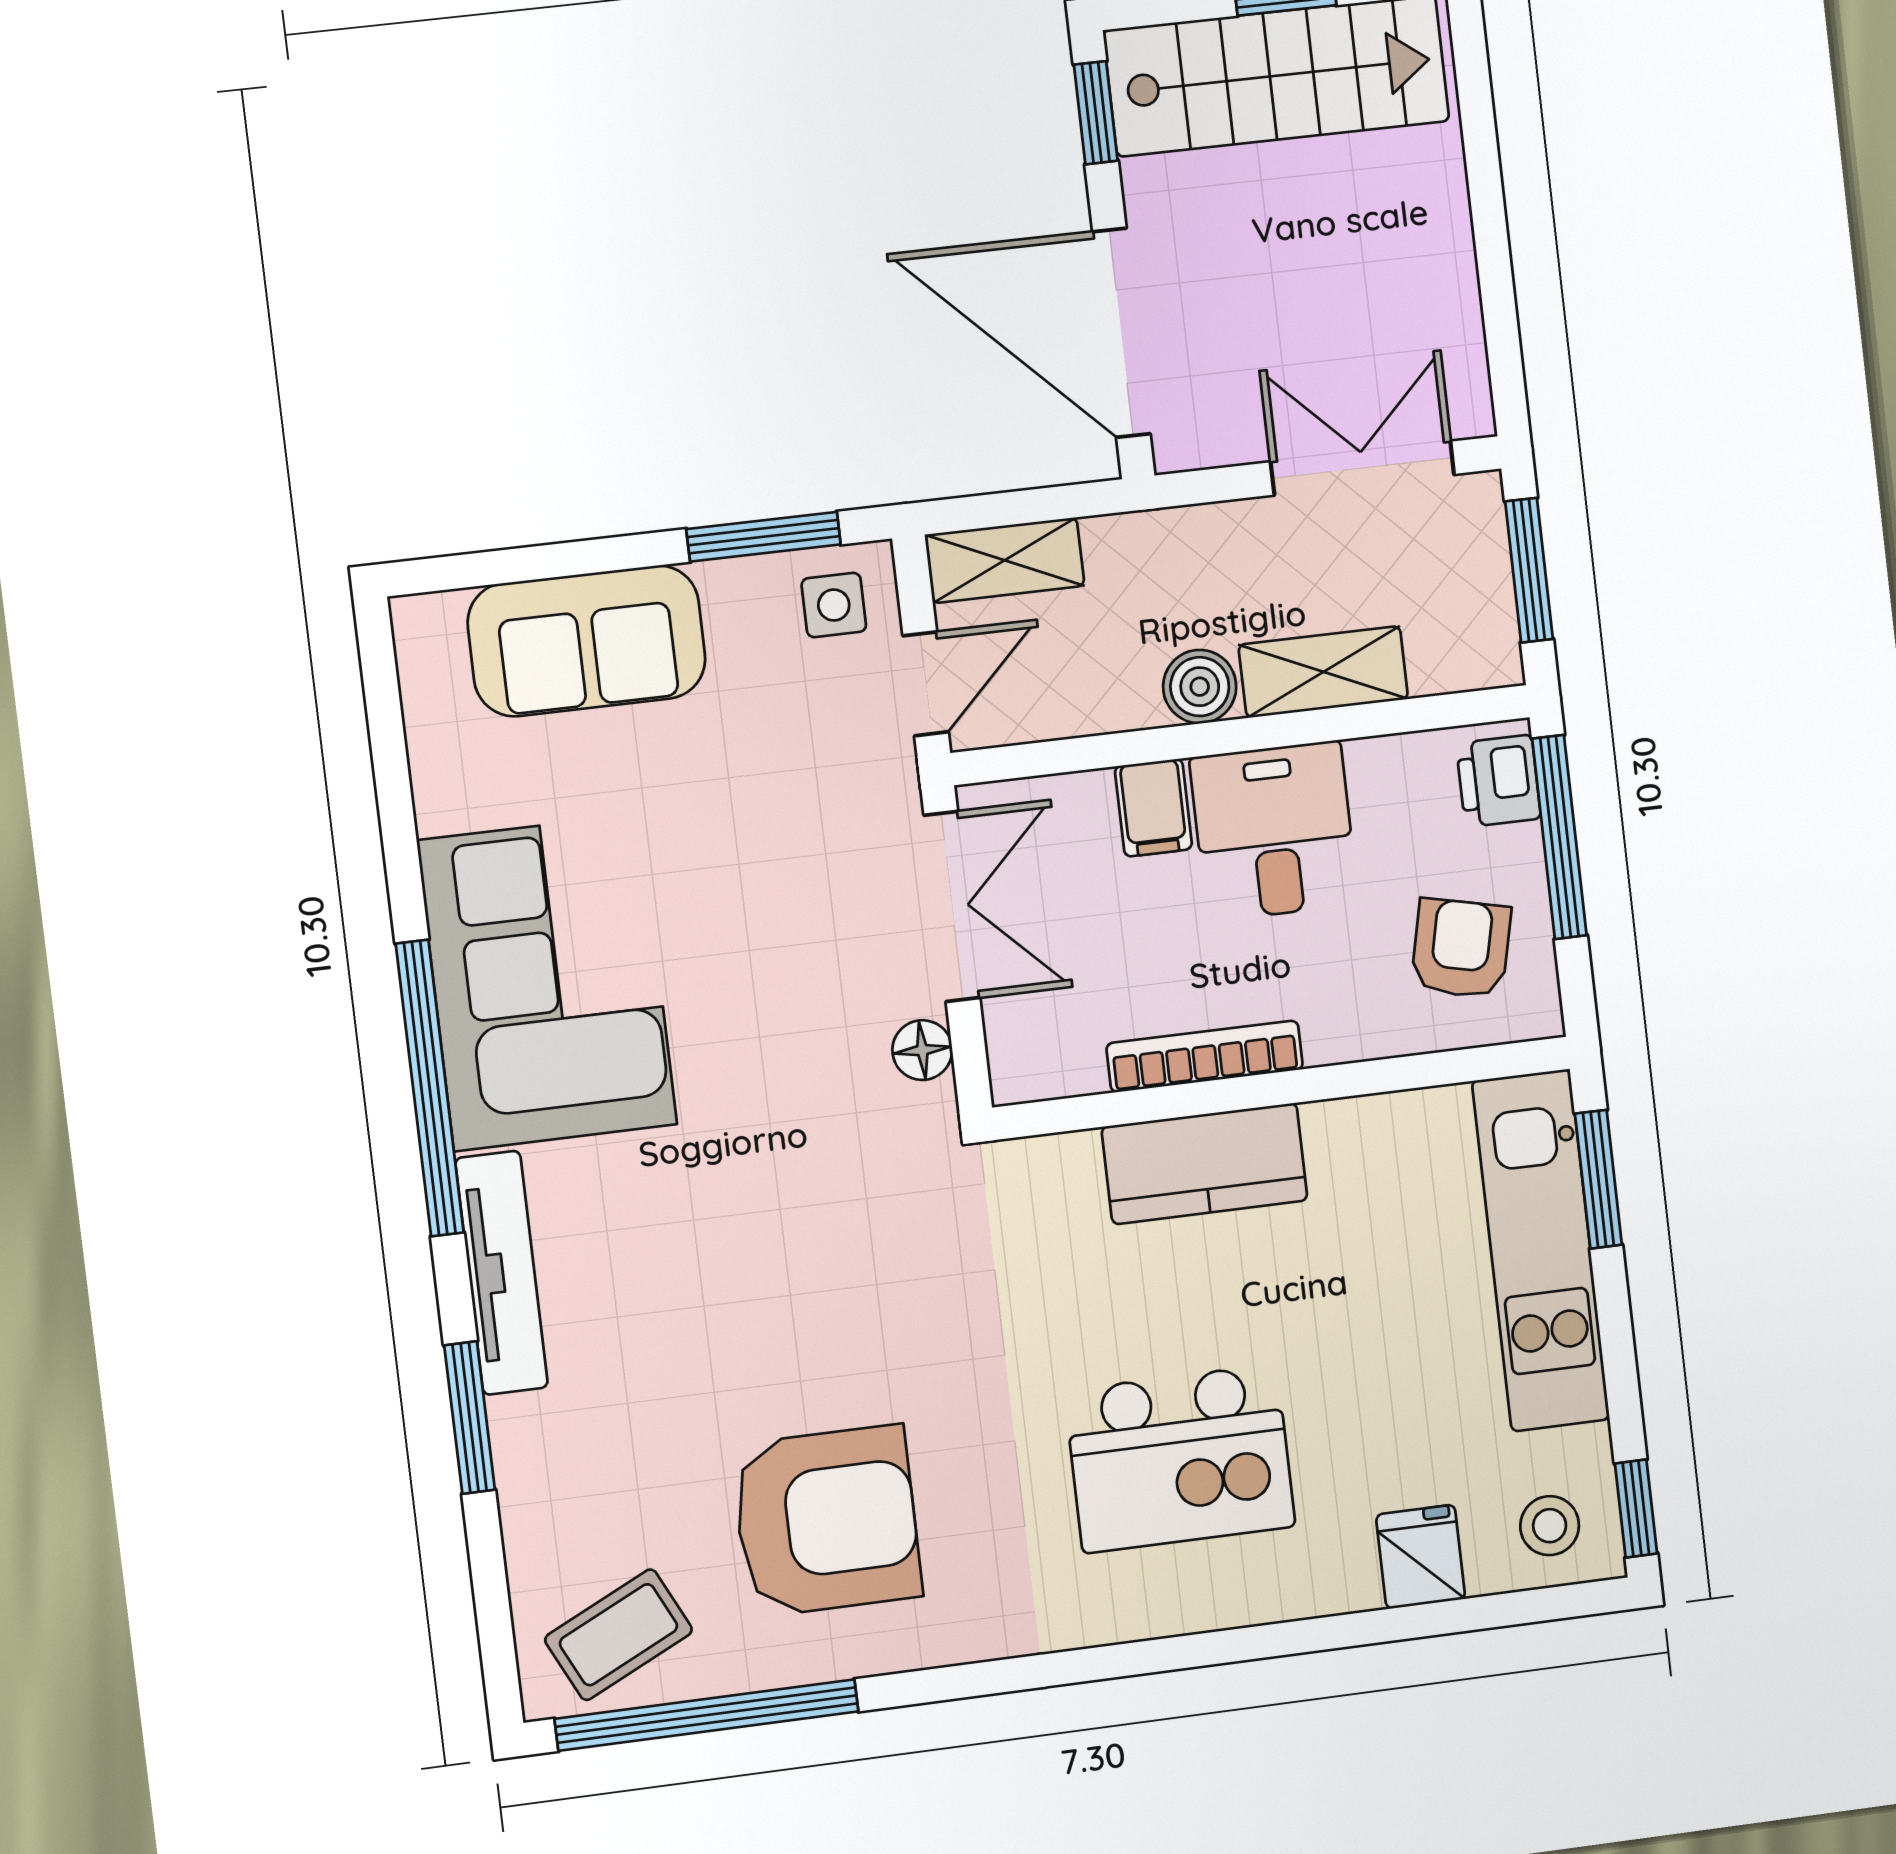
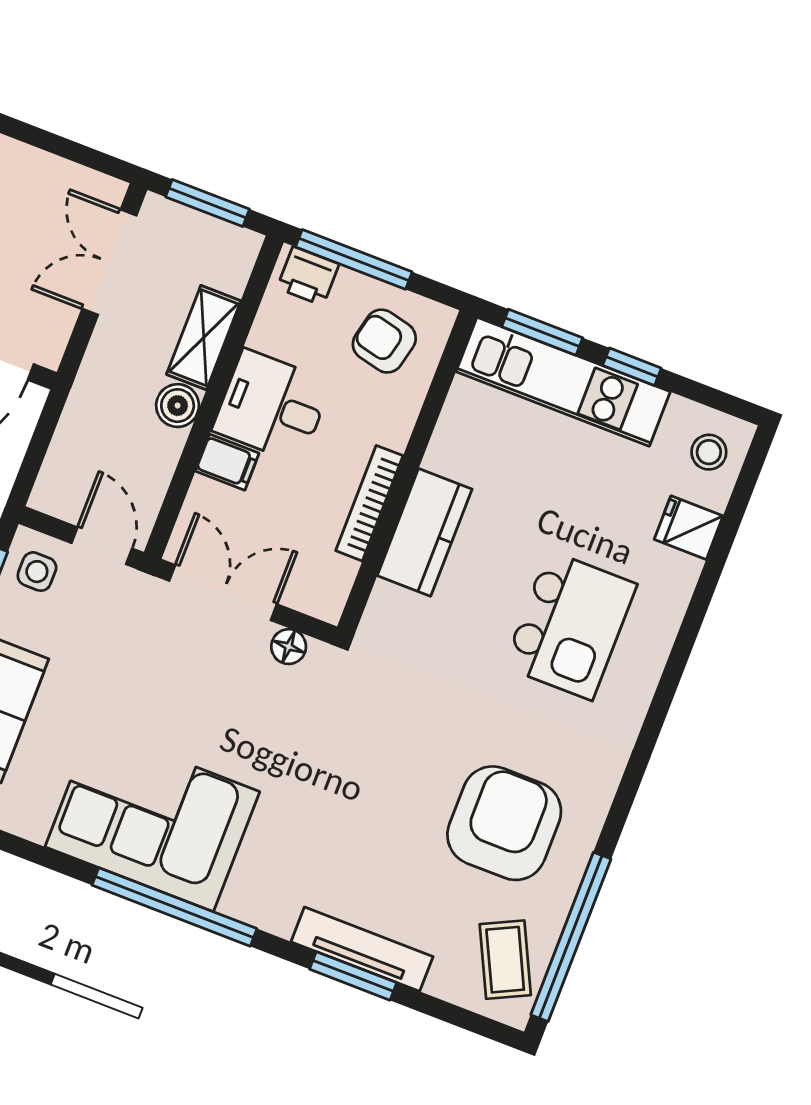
shelving: (1005, 560) -> (60, 472), removed
tv unit: (502, 1273) -> (362, 949), moved
window: (1636, 1508) -> (632, 367), moved

